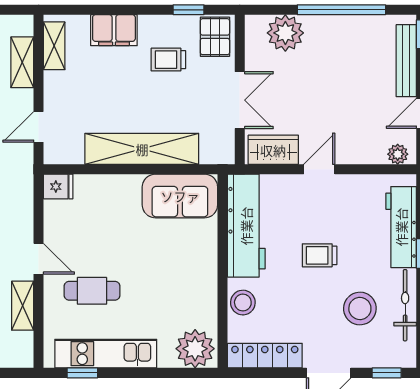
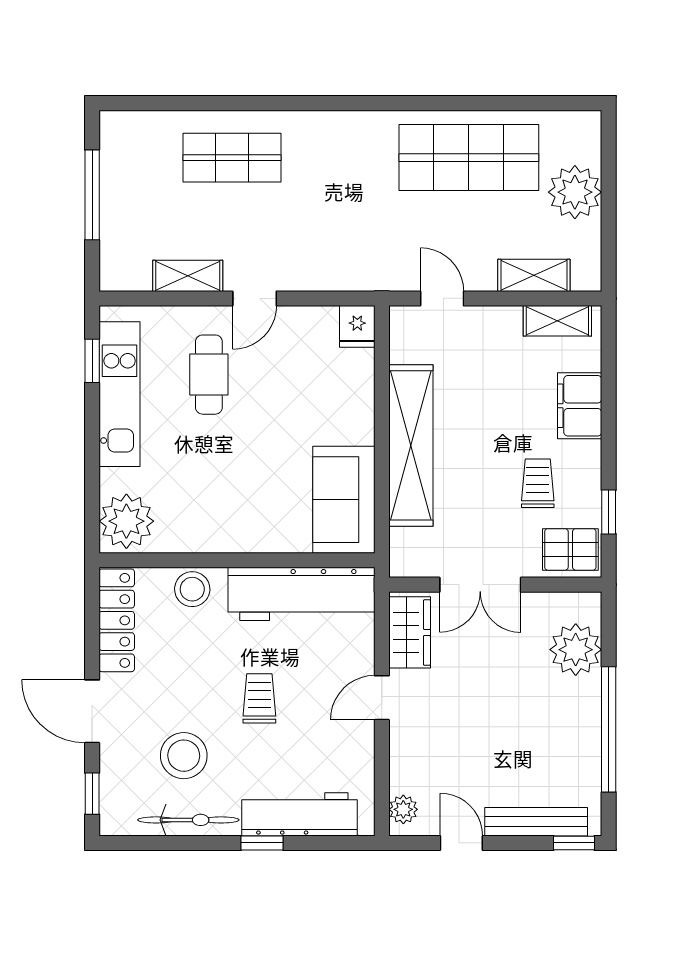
door: (319, 169) -> (382, 698), swing flipped

